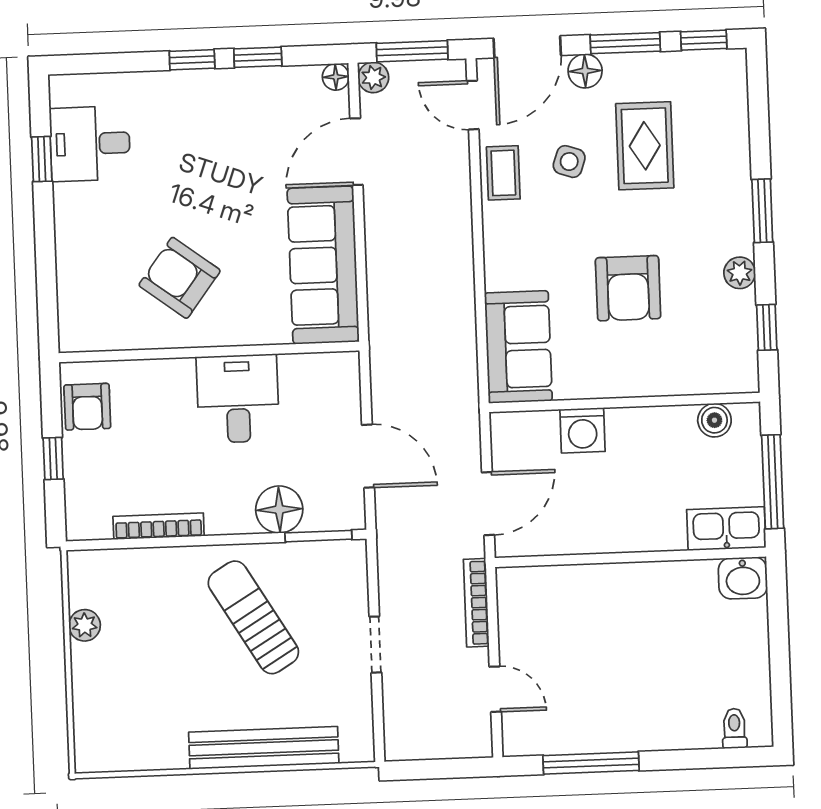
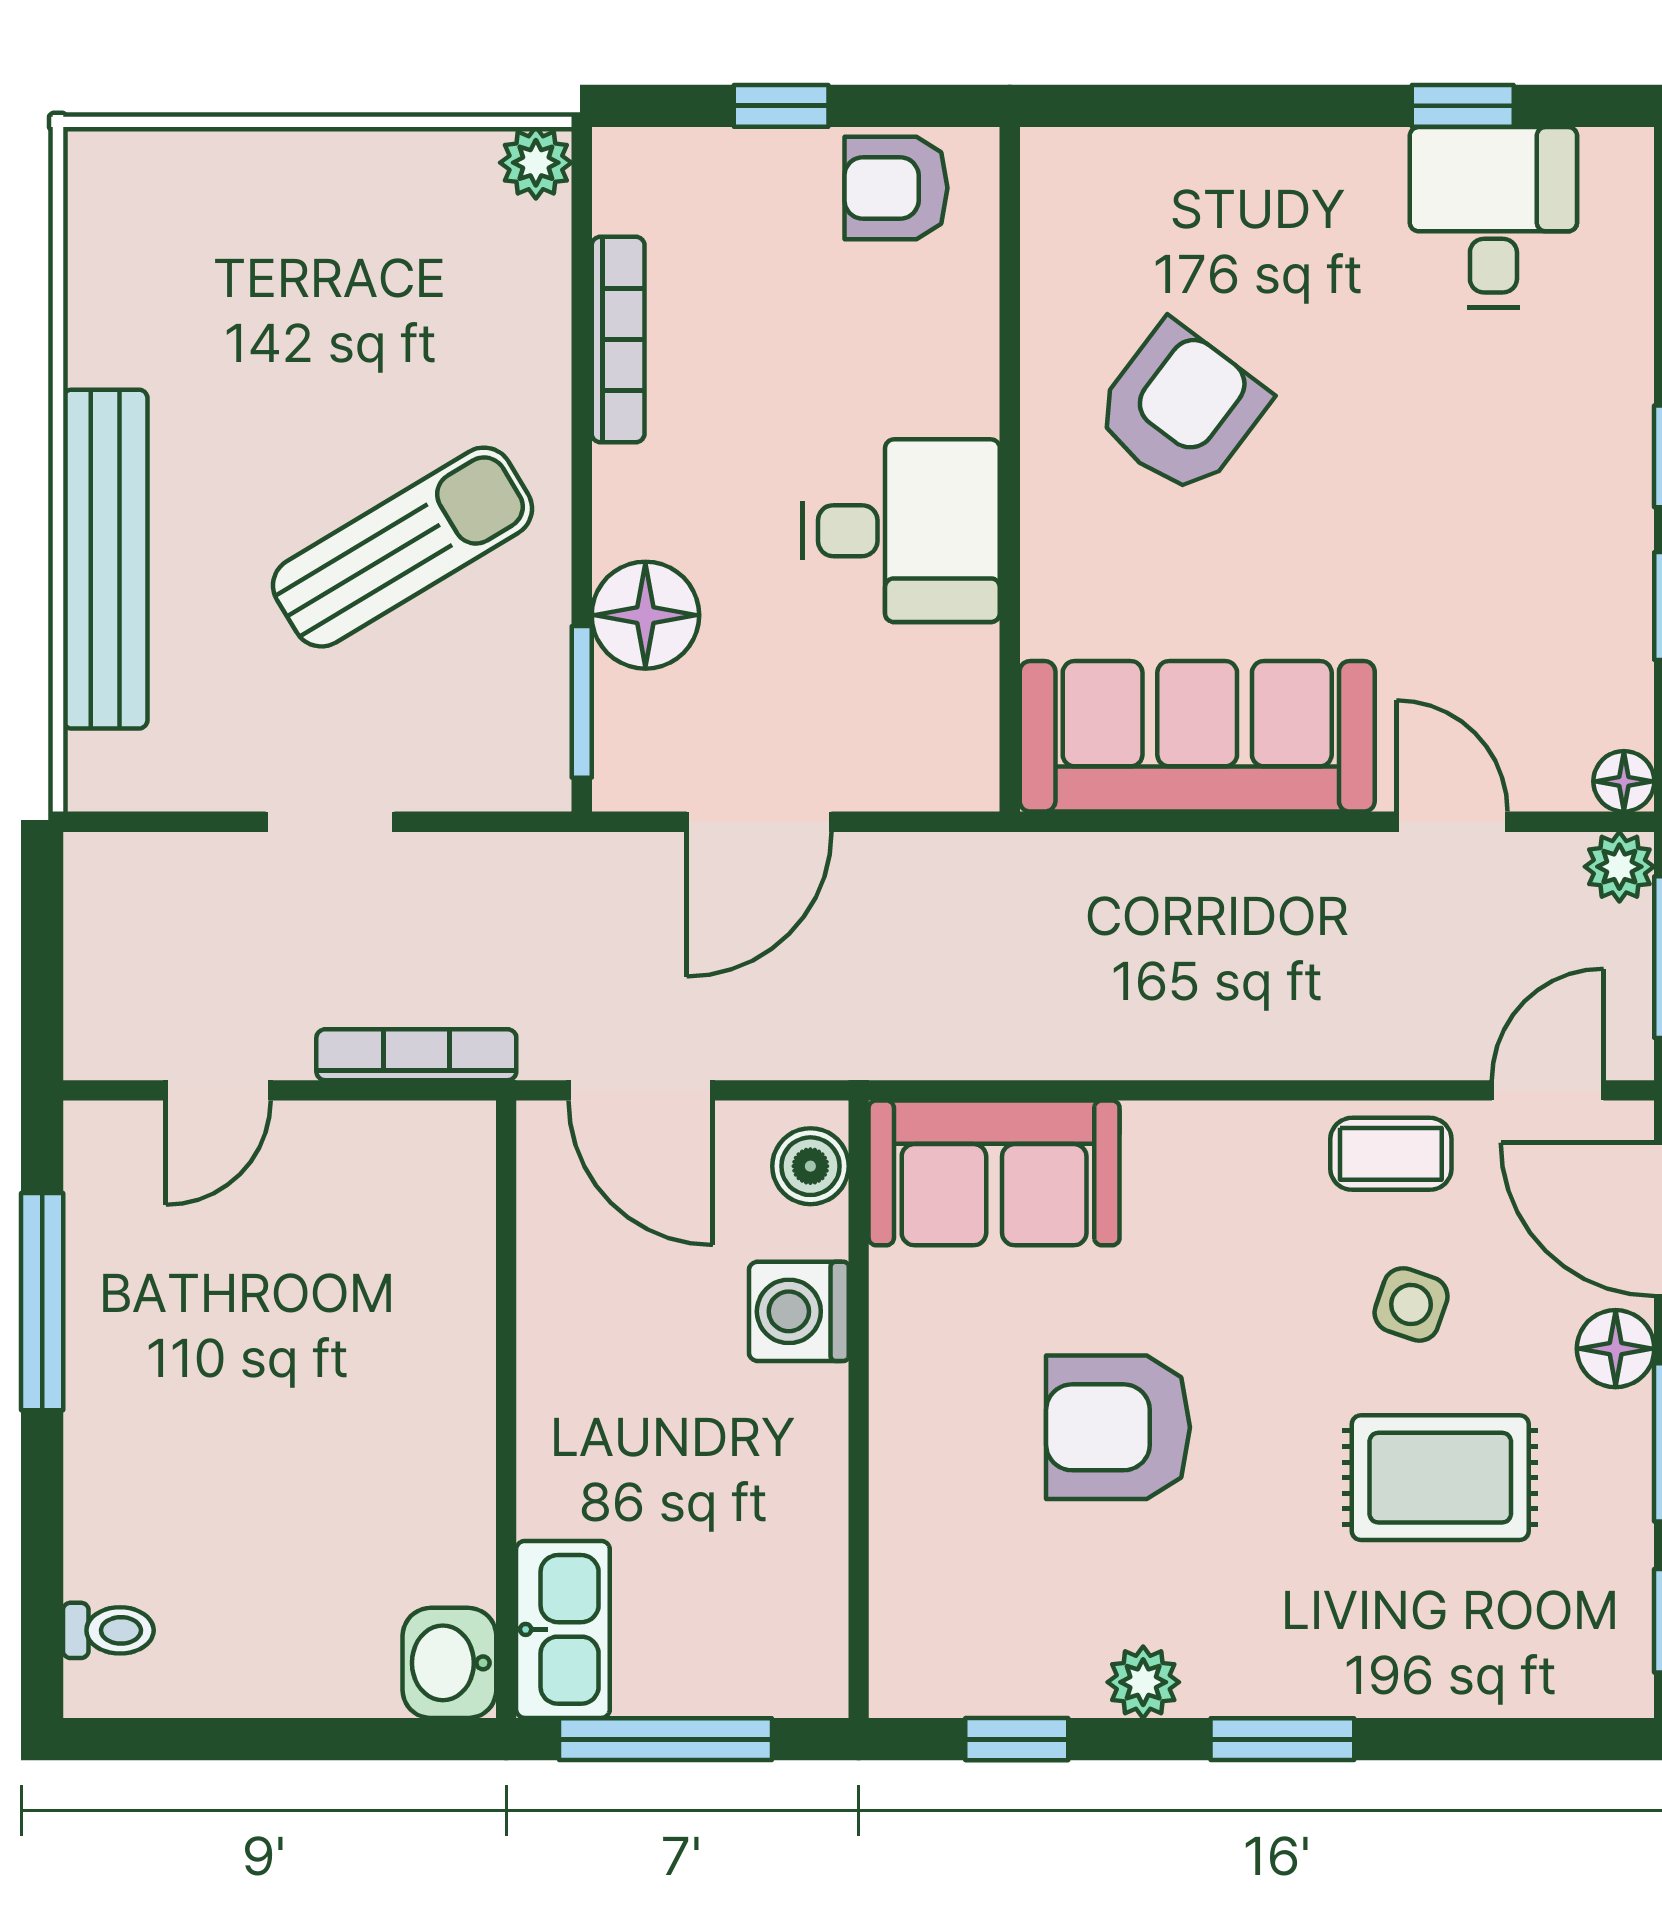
door: (356, 152) -> (1452, 822), width x0.73
boiler: (714, 420) -> (810, 1166), moved
plant: (85, 625) -> (536, 163), moved

